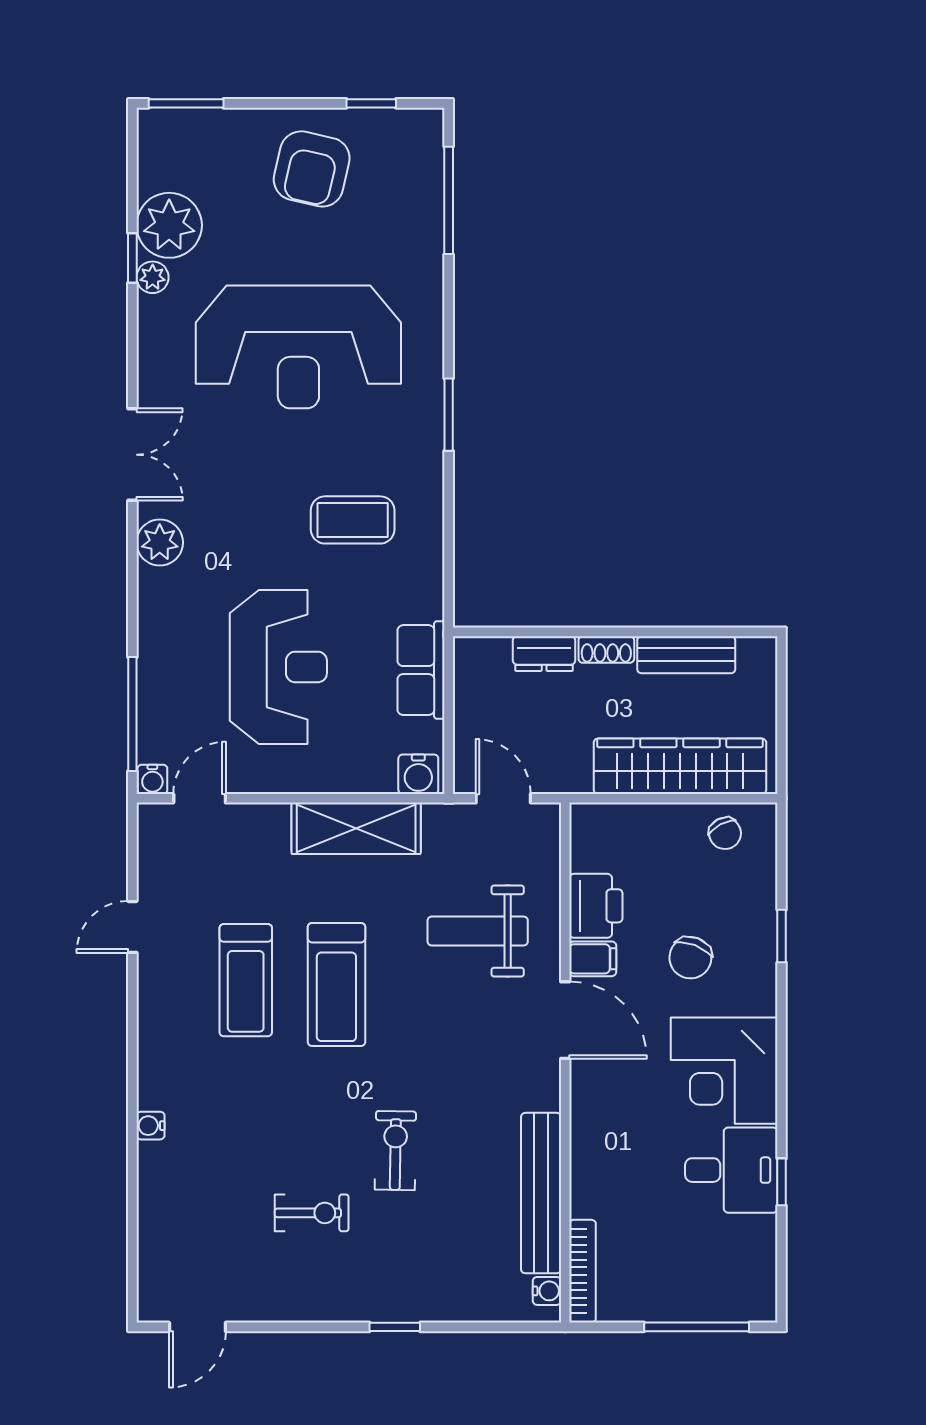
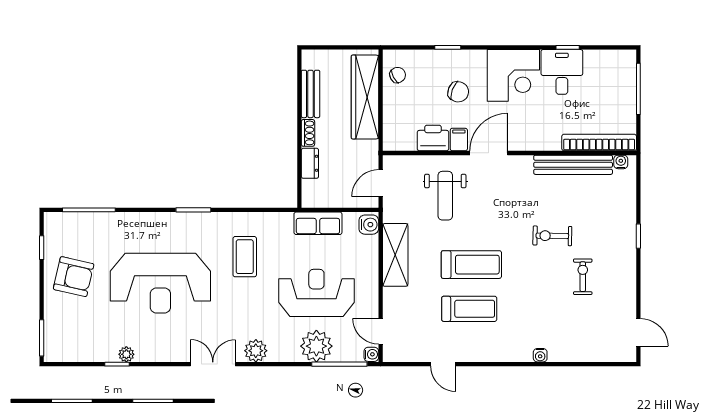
plant: (169, 225) -> (316, 346), moved
reception desk: (298, 347) -> (160, 283), turned 90
bookcase: (583, 1271) -> (599, 142), width x1.48, depth x1.31

